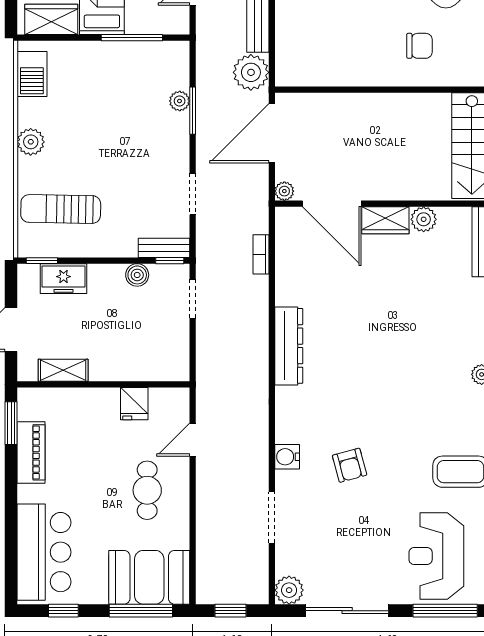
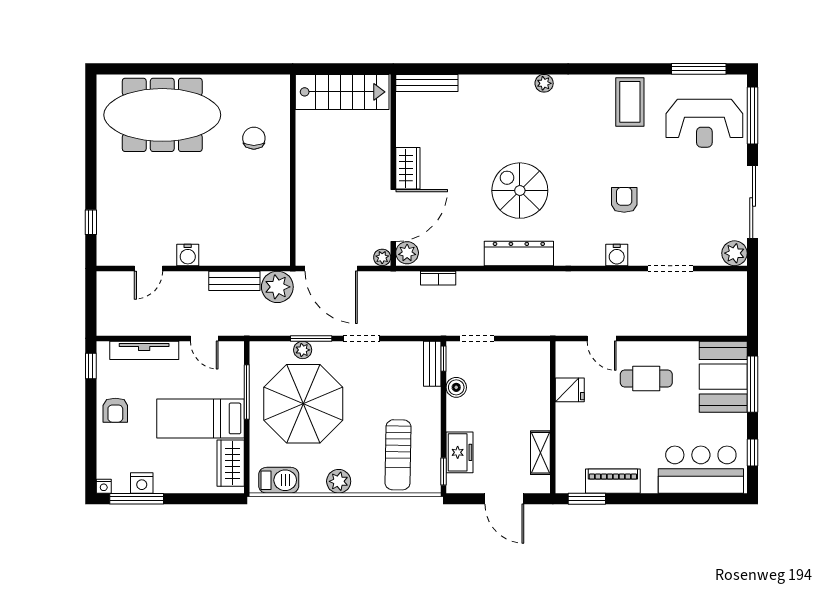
parasol: (119, 102) -> (303, 404), added
doorway: (193, 194) -> (361, 338), moved
plant: (424, 219) -> (407, 253), moved
spiral stairs: (360, 347) -> (520, 191), added
armchair: (350, 465) -> (624, 200), turned -75
window: (230, 611) -> (753, 305), removed

